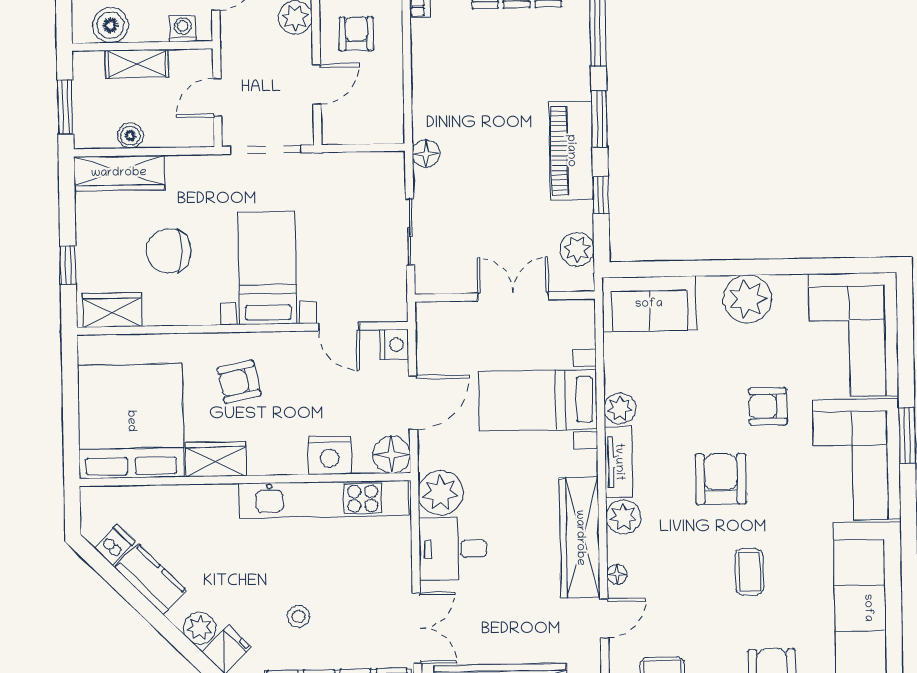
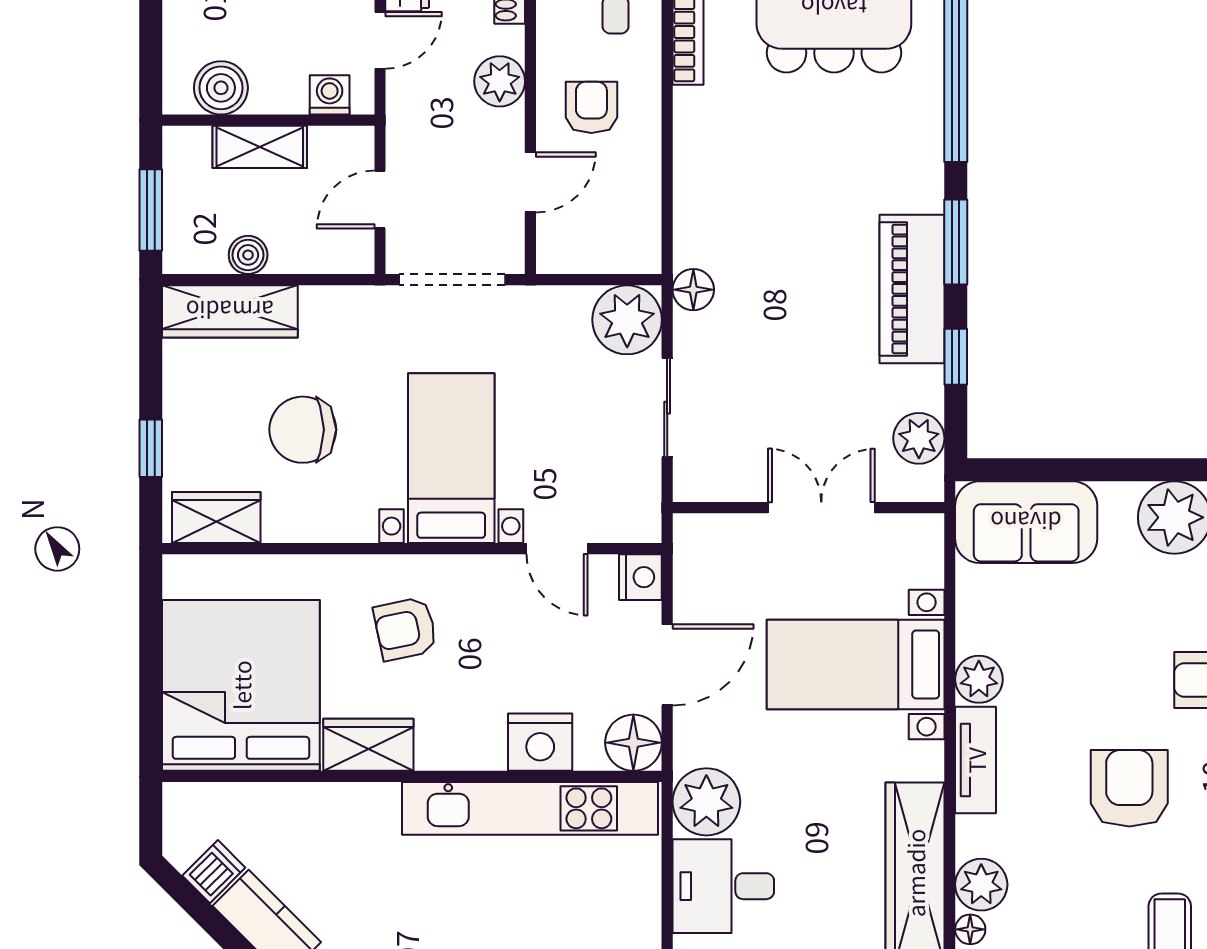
plant: (382, 174) -> (627, 320), added
plant: (623, 517) -> (981, 885), moved

